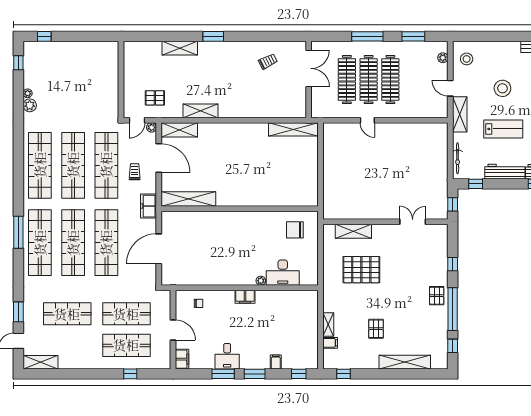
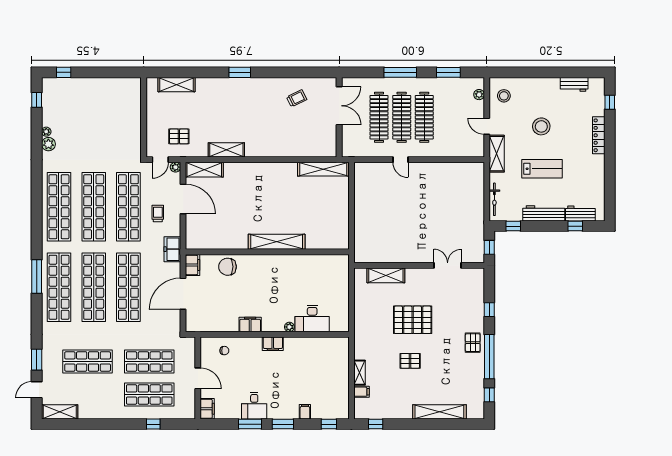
shelving: (180, 48) -> (177, 85), moved
shelving: (189, 199) -> (277, 242), moved
filing cabinet: (168, 221) -> (193, 265), added
chair: (295, 230) -> (227, 267), moved
pallet: (361, 270) -> (413, 320), moved
filing cabinet: (223, 278) -> (250, 324), added
pallet: (376, 329) -> (410, 361), moved, turned 90

